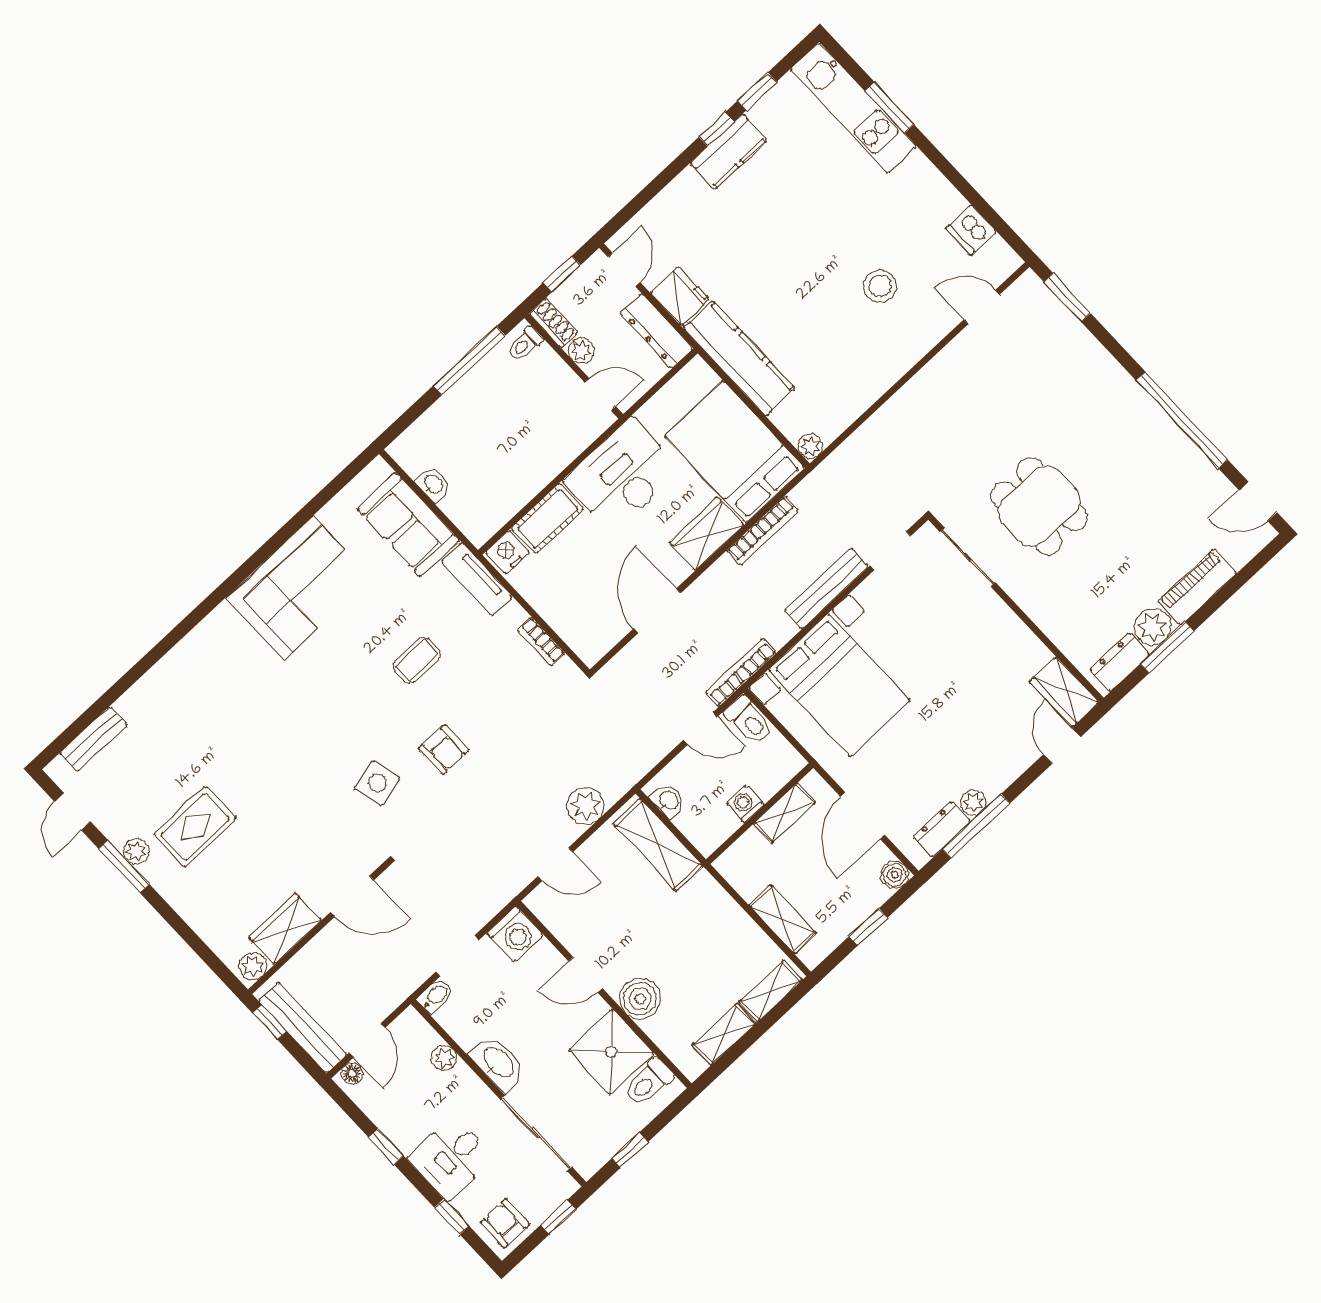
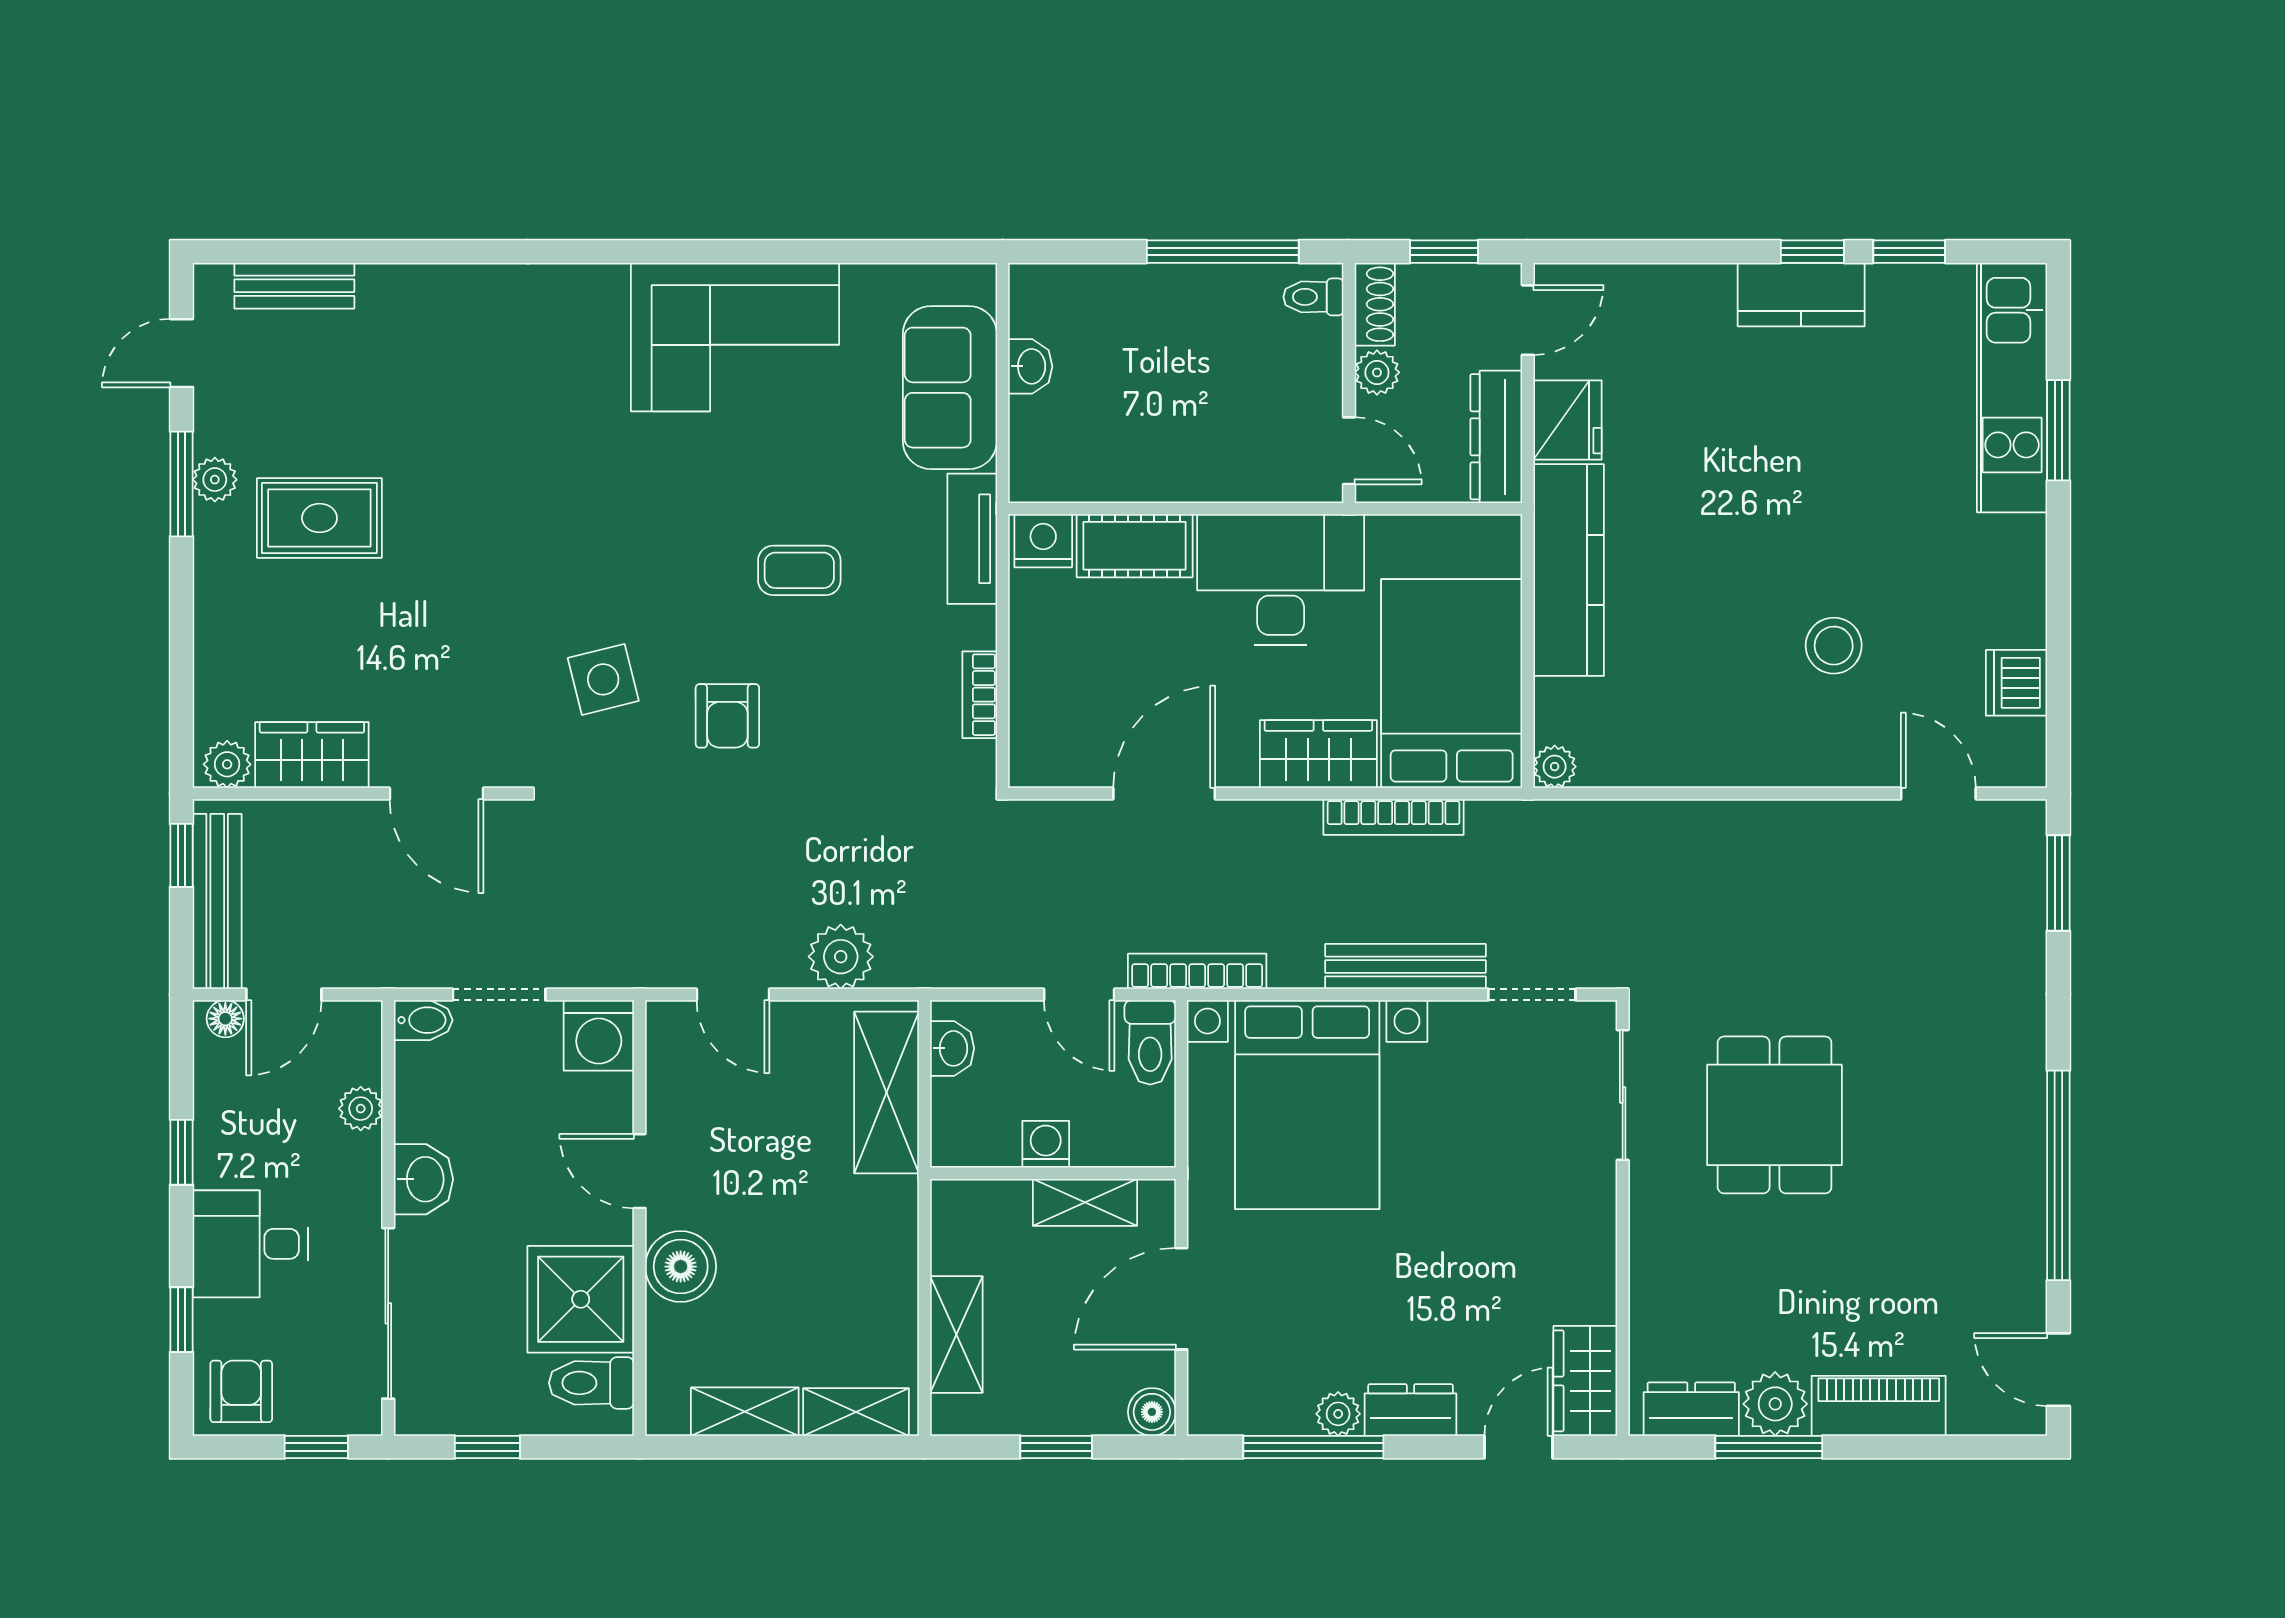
dresser: (942, 829) -> (1410, 1410), moved
washbasin: (498, 1063) -> (423, 1179), width x0.72

